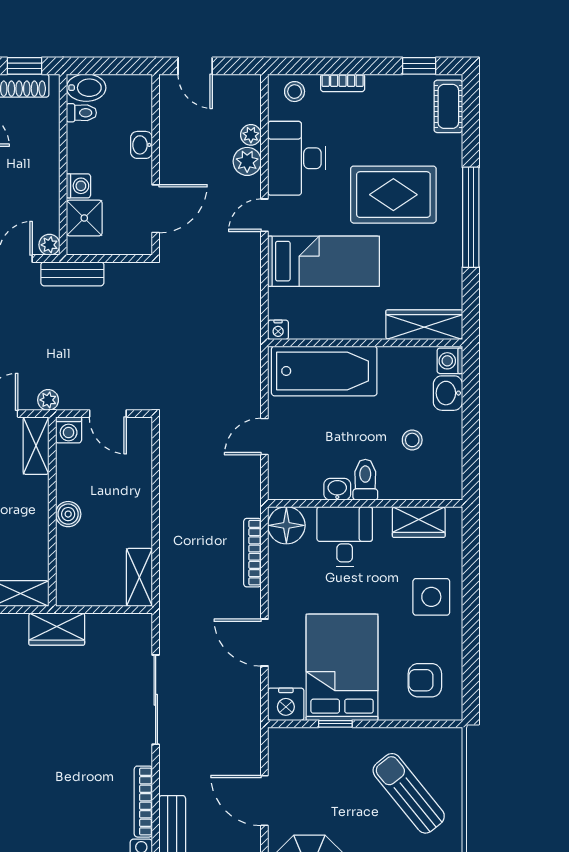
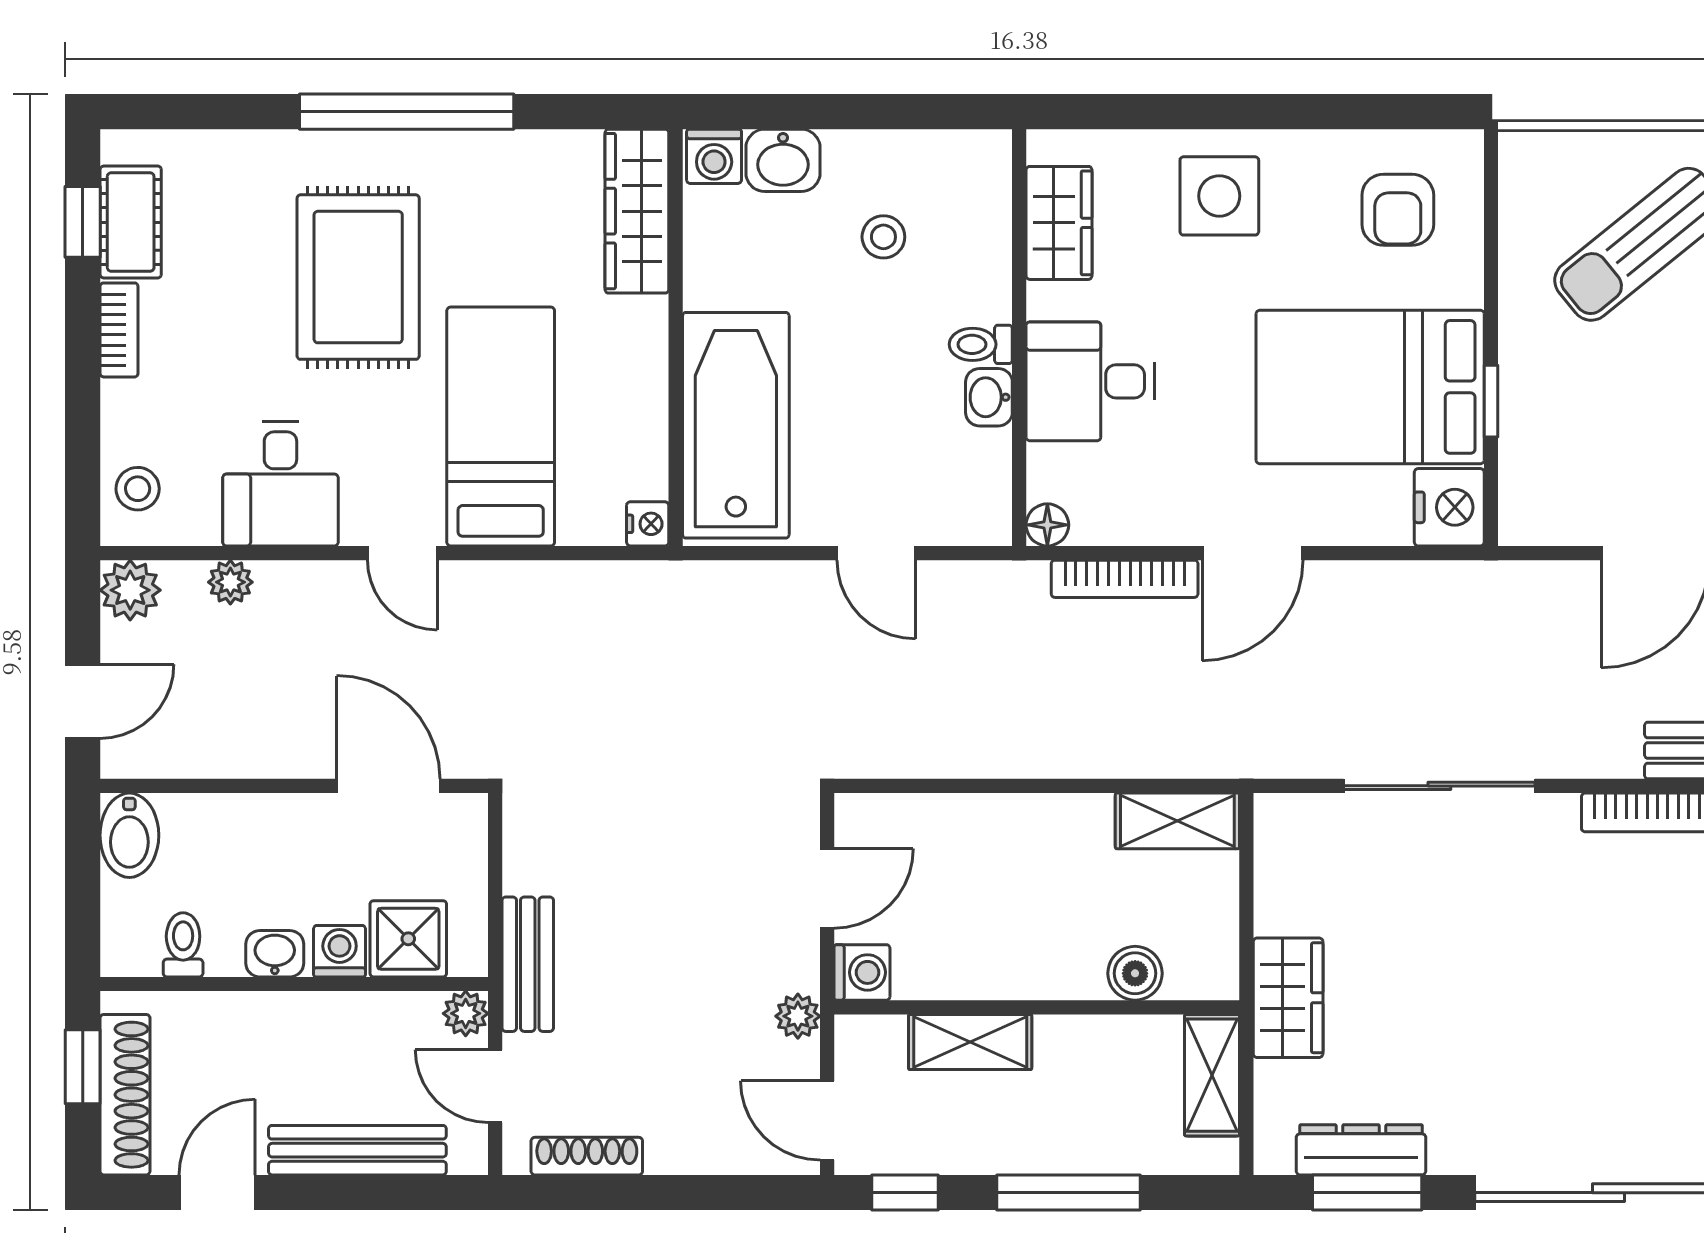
bookcase: (343, 83) -> (119, 330), moved
bidet: (86, 88) -> (129, 835), moved, turned 180
cot: (448, 106) -> (131, 222), moved, turned 90
washbasin: (141, 145) -> (275, 954), moved, turned 180
desk: (297, 158) -> (280, 484), width x0.73
plant: (247, 161) -> (130, 590), moved
shelving: (36, 446) -> (970, 1042), moved
toilet: (365, 480) -> (981, 344), width x0.73, depth x0.72
boiler: (68, 514) -> (1135, 973), moved
floor lamp: (286, 525) -> (1047, 525), width x0.53, depth x0.53
door: (264, 643) -> (1253, 553), moved

